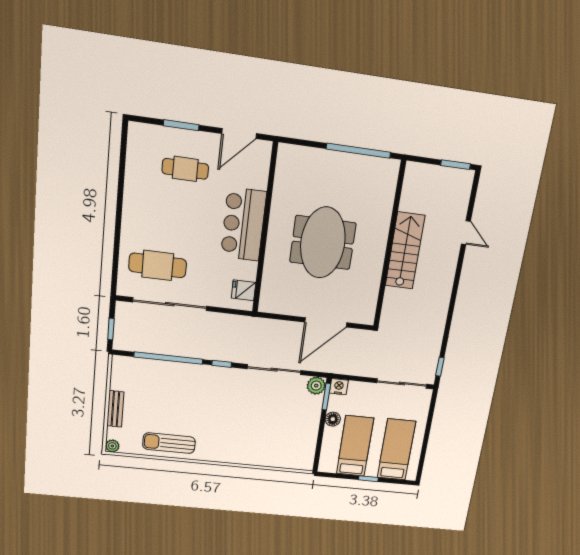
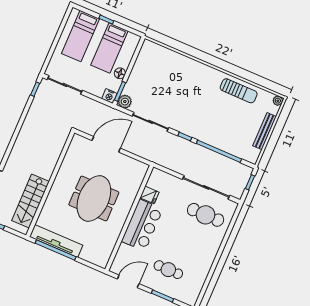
tv unit: (361, 165) -> (56, 241), added
stairs: (405, 251) -> (30, 201), moved
fridge: (244, 290) -> (150, 195), moved
bench: (115, 409) -> (264, 131), width x1.36

